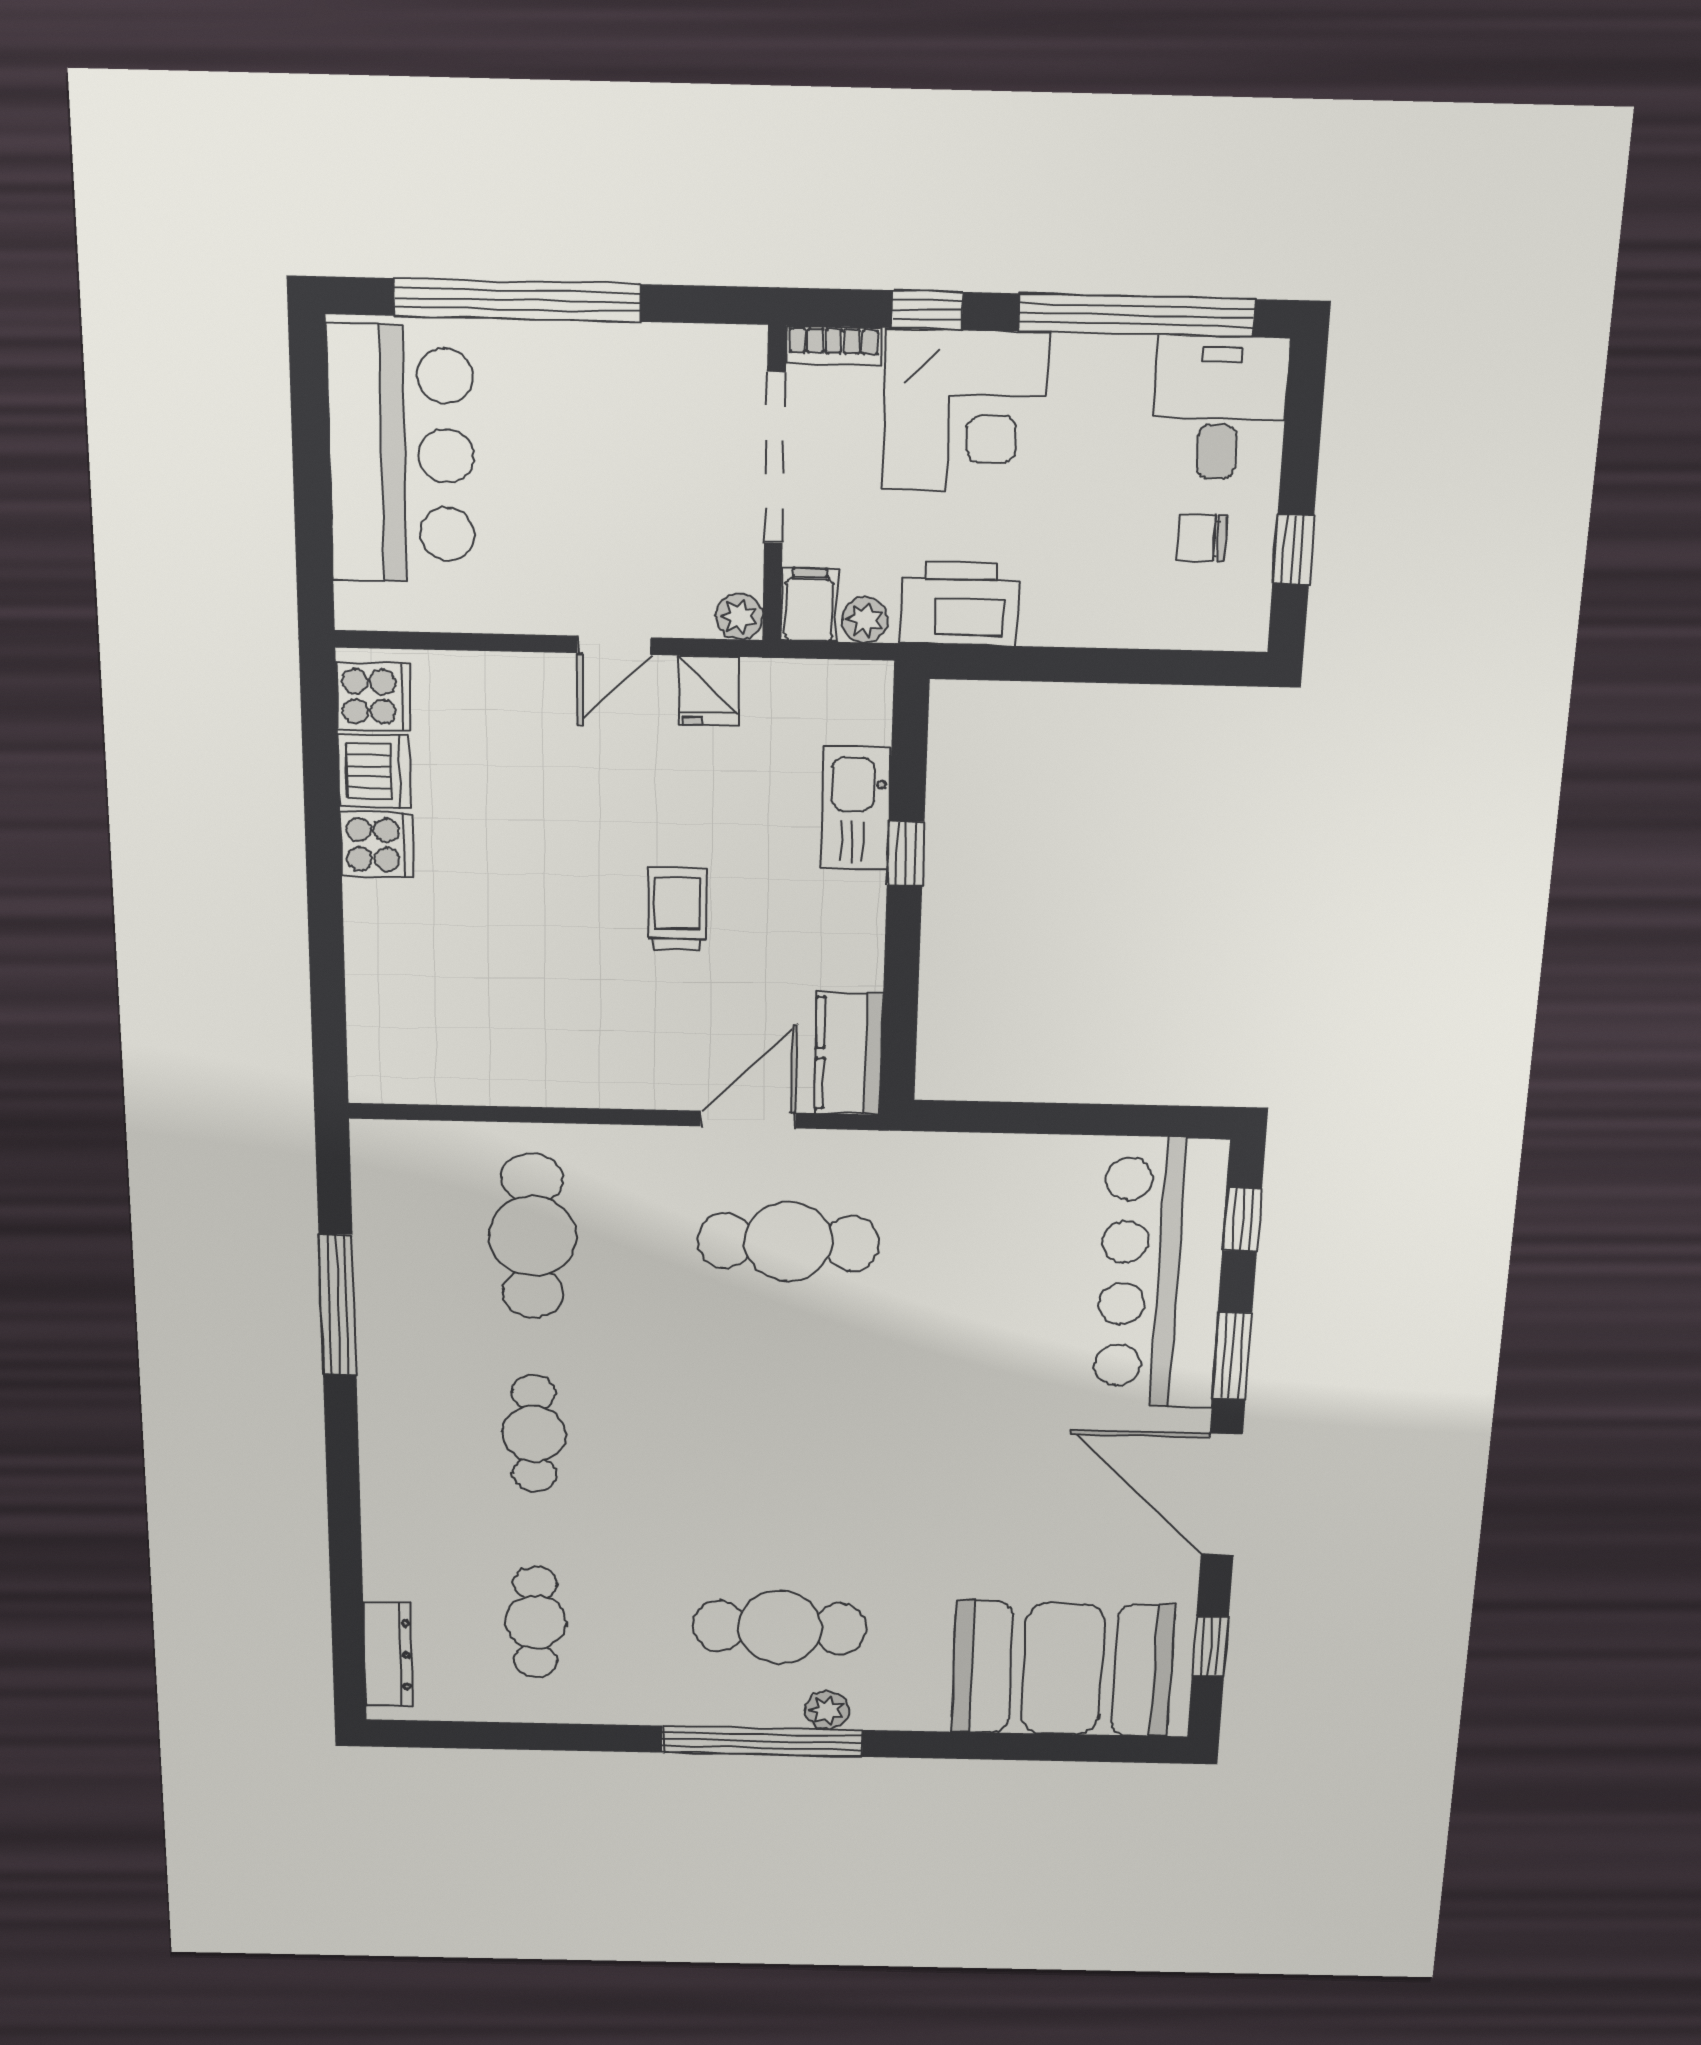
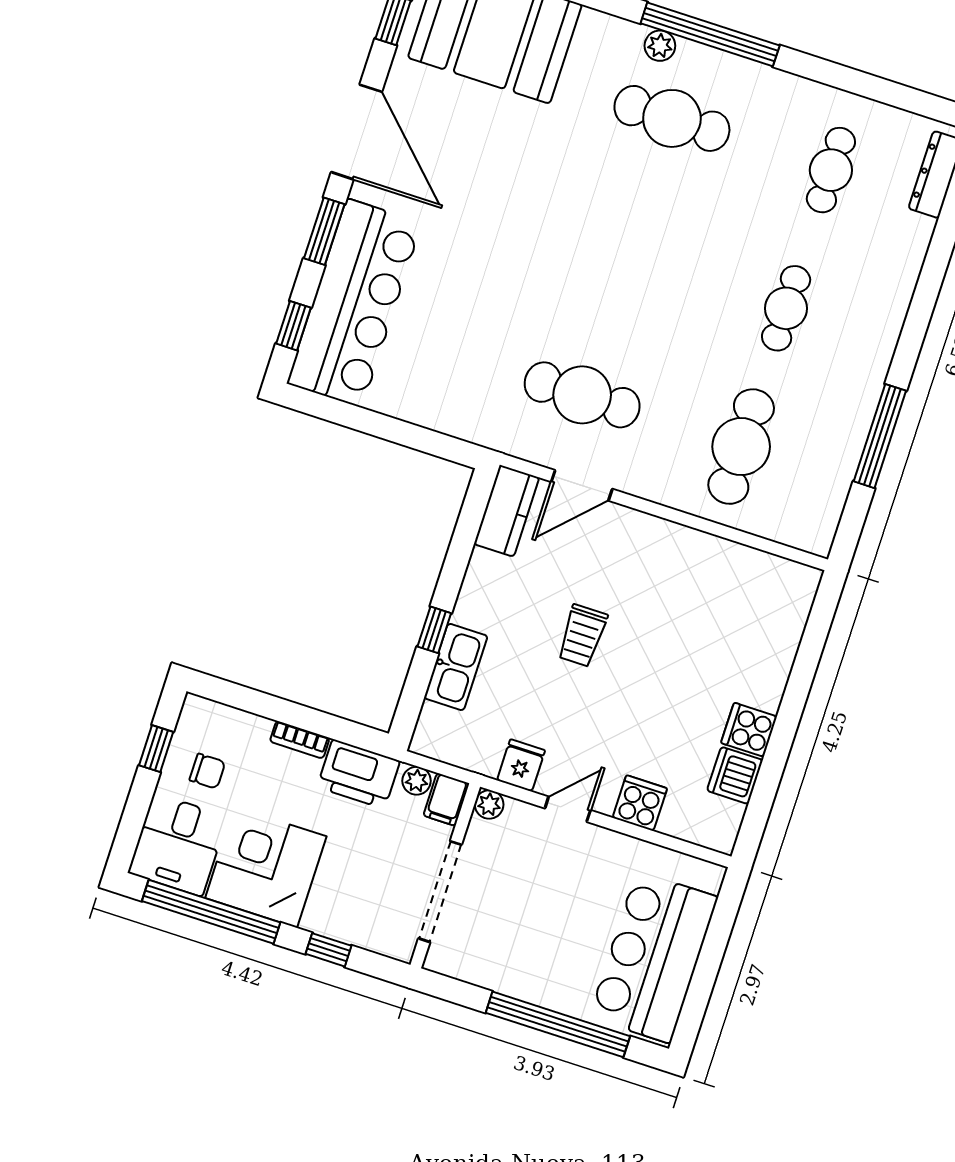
bookcase: (834, 346) -> (300, 740), moved, turned 180
corner desk: (965, 411) -> (266, 867), moved
cooker: (373, 696) -> (640, 803), moved, turned 90

